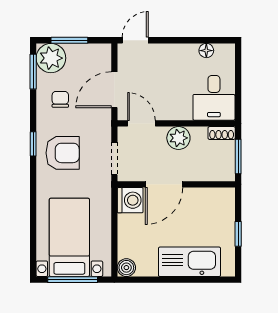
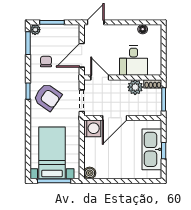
plant: (51, 58) -> (35, 30), width x0.53, depth x0.53
desk: (214, 98) -> (134, 61), moved
plant: (178, 138) -> (135, 87), moved
armchair: (63, 153) -> (47, 97), turned 35
kitchen sink: (189, 262) -> (152, 149), moved, turned -90

